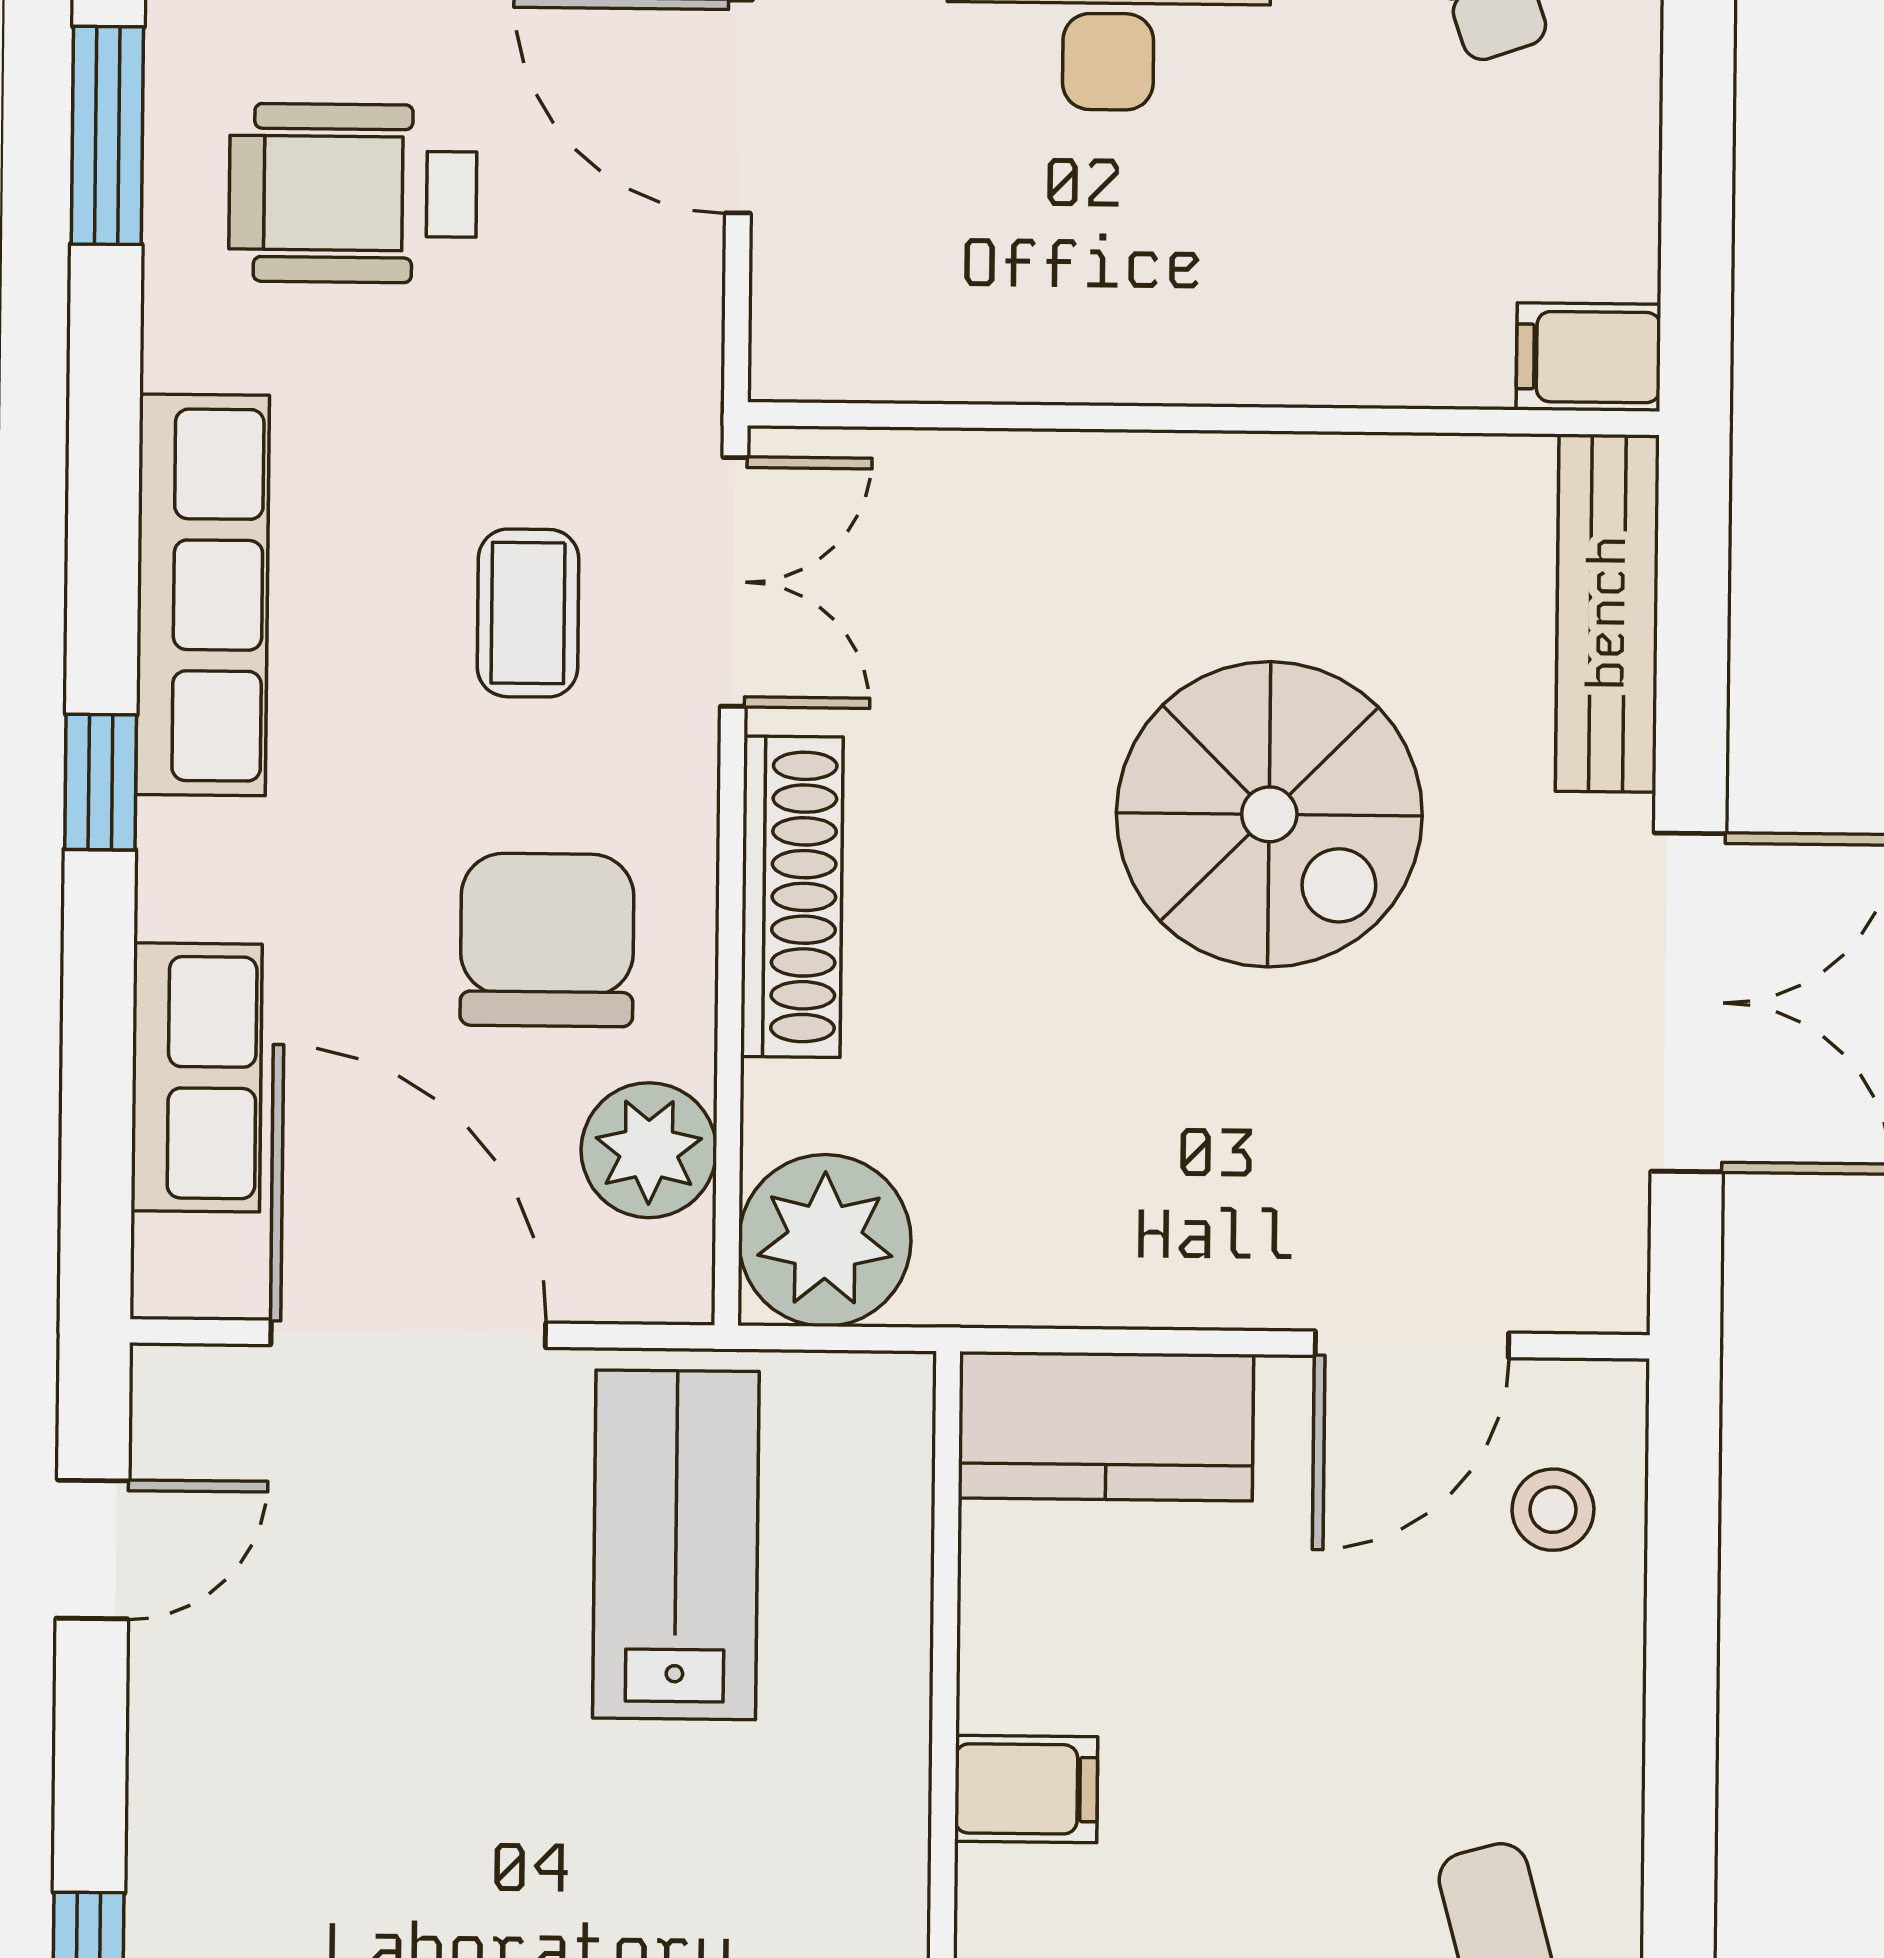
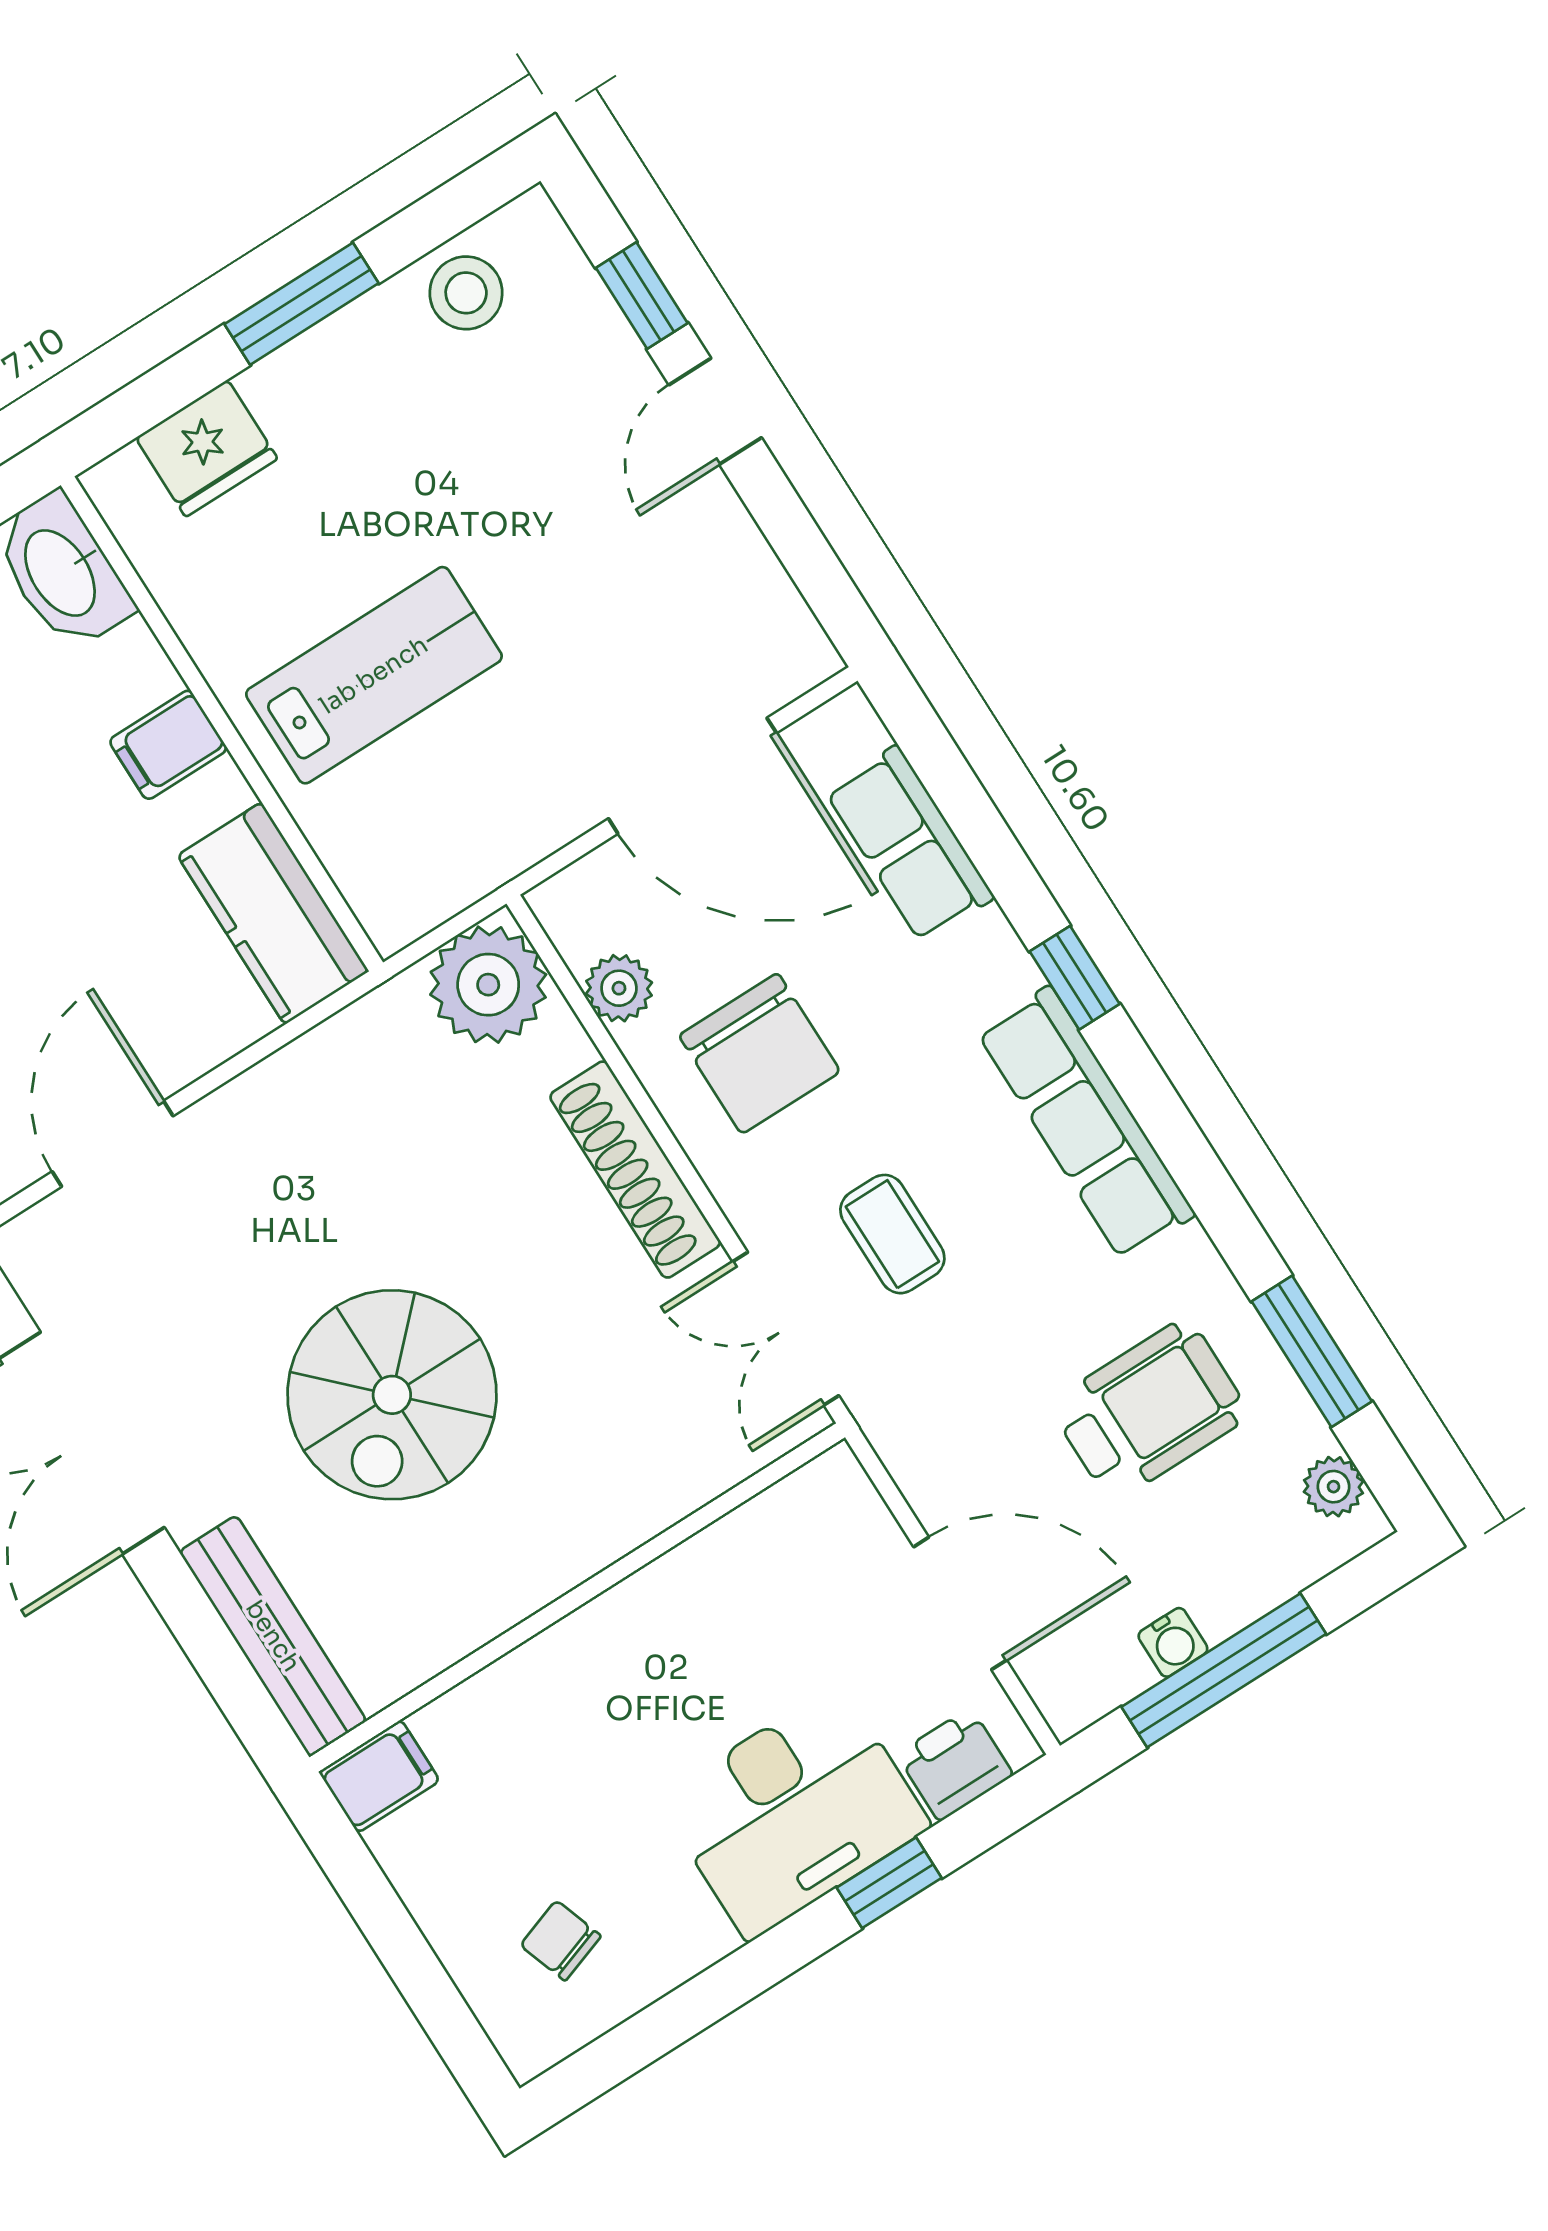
spiral stairs: (1269, 814) -> (392, 1395), turned -90
plant: (649, 1150) -> (619, 988), width x0.73, depth x0.73
kitchen counter: (1106, 1426) -> (273, 913), moved, turned -90
lab bench: (676, 1545) -> (374, 675), moved, turned -90
door: (93, 1549) -> (715, 411), moved

